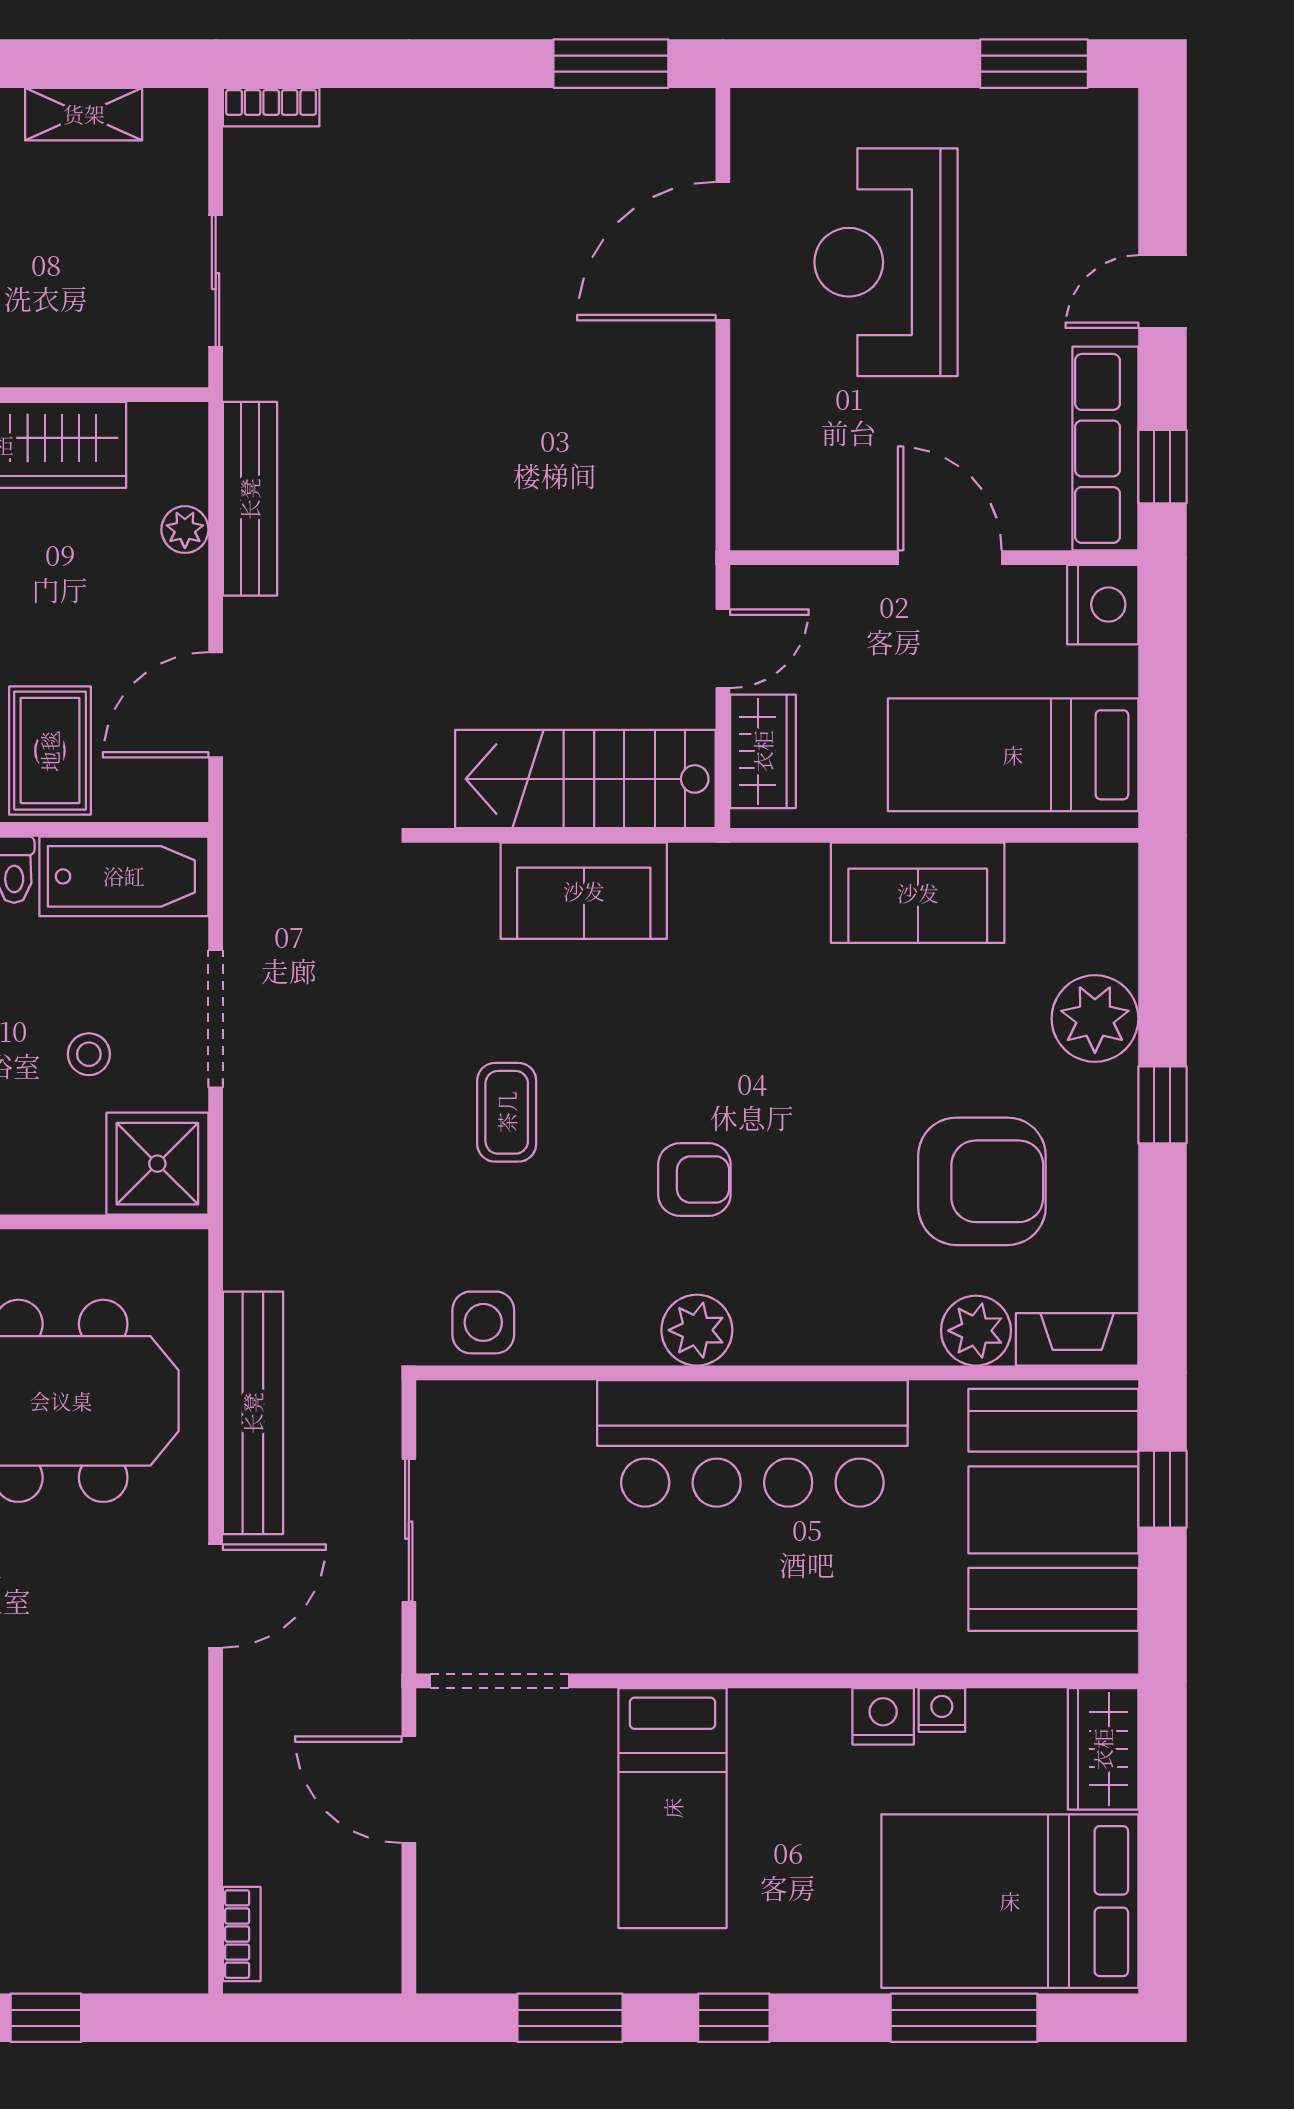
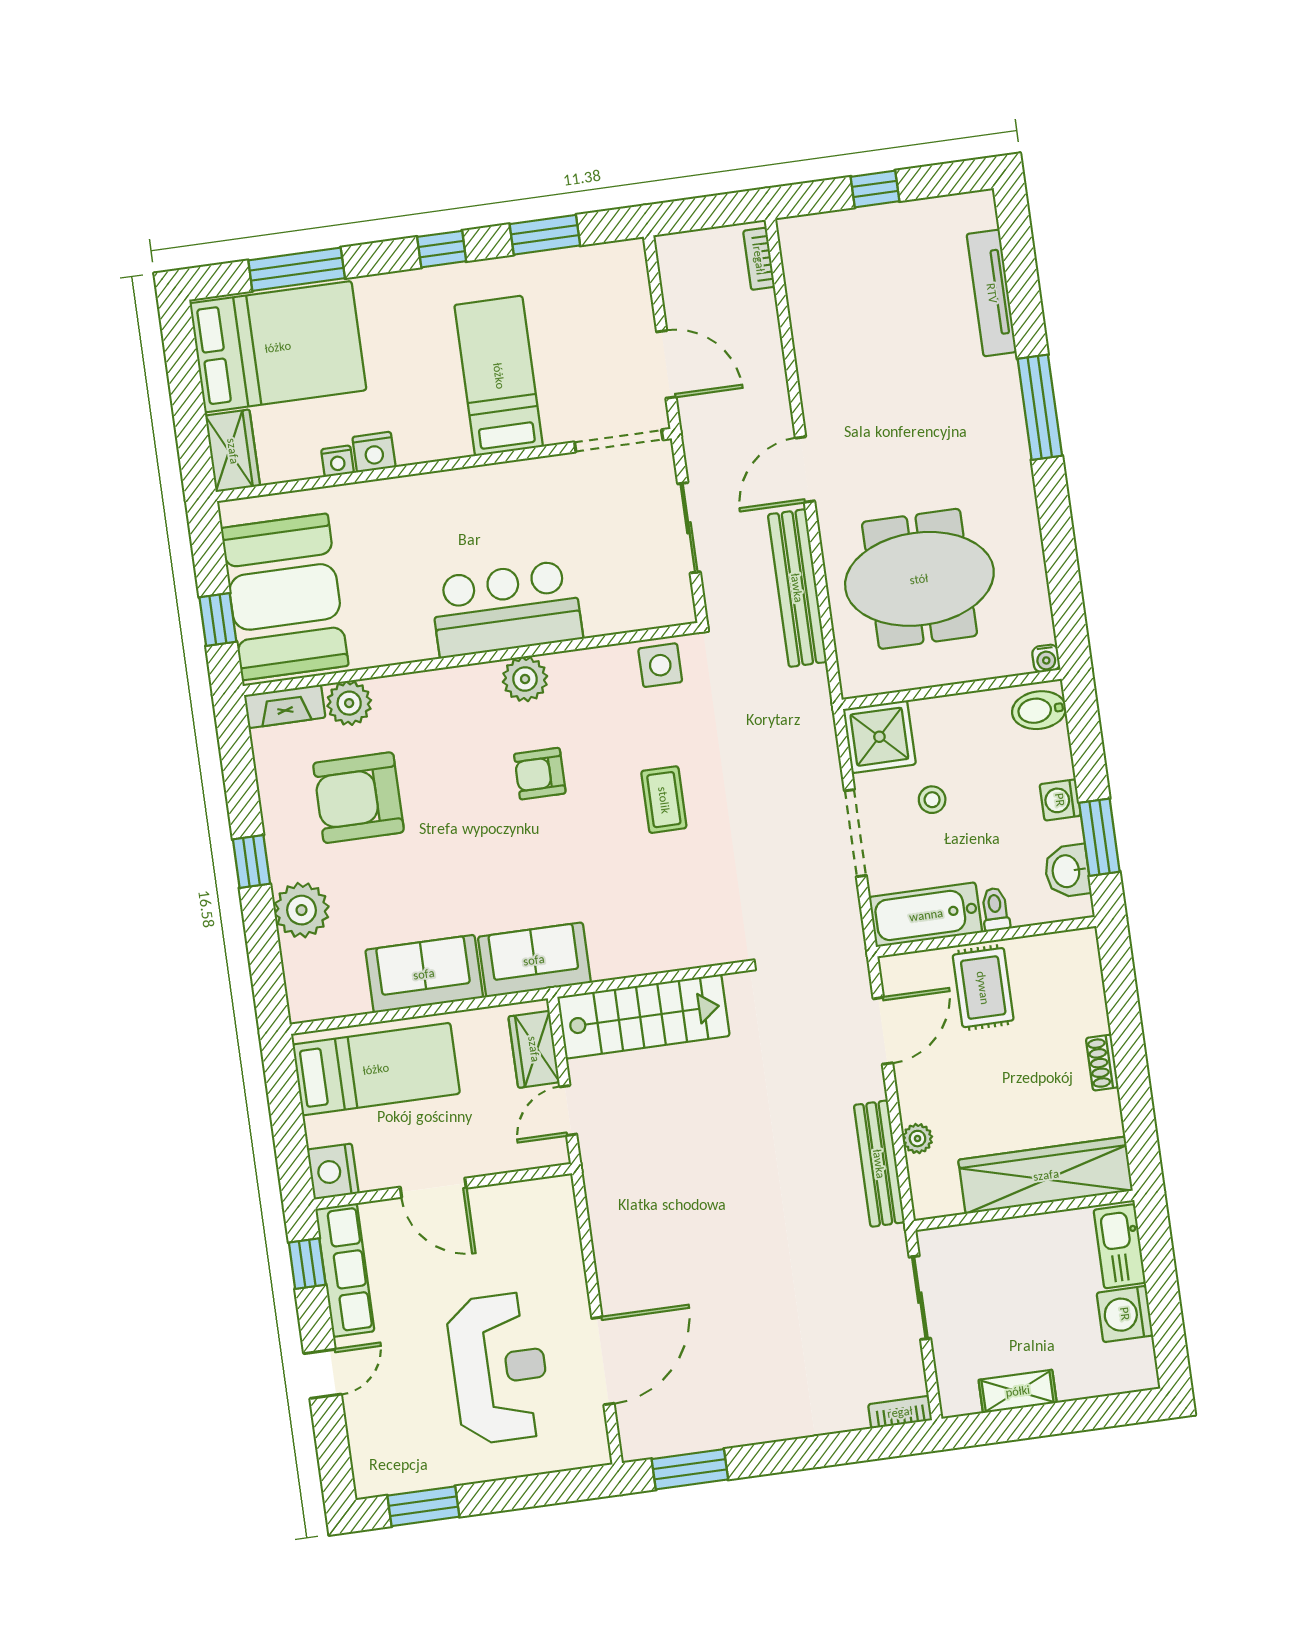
sofa: (584, 891) -> (534, 960), moved
bar counter: (752, 1443) -> (506, 609), width x0.73

